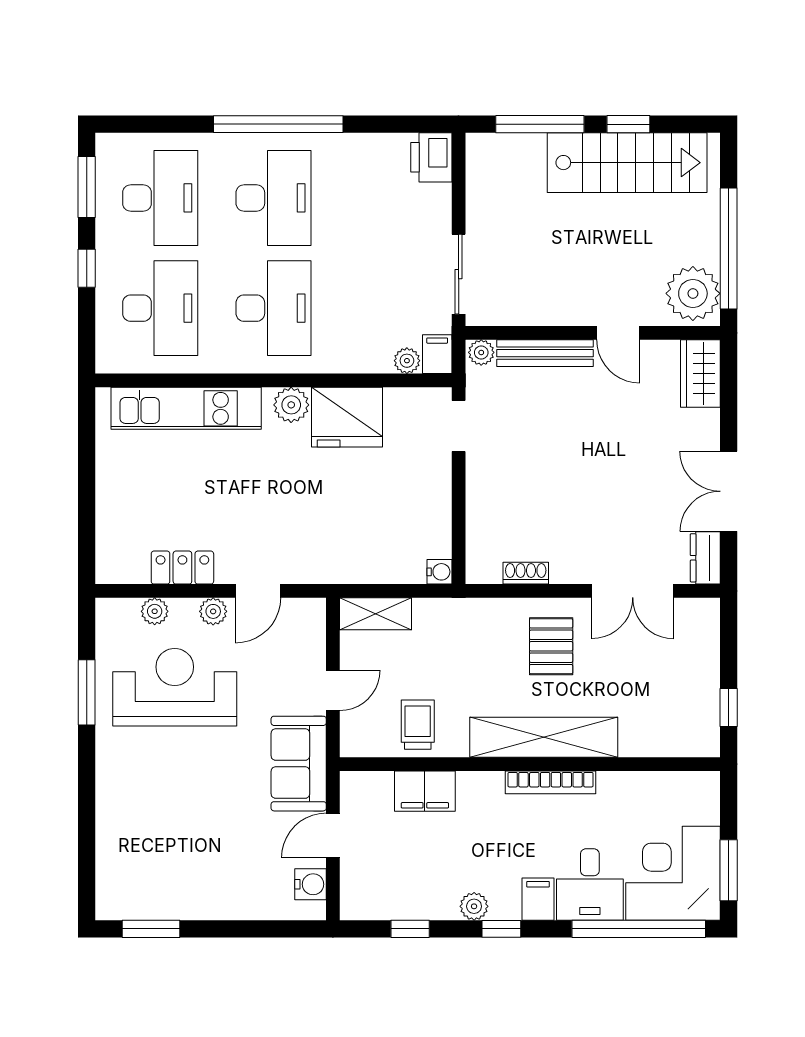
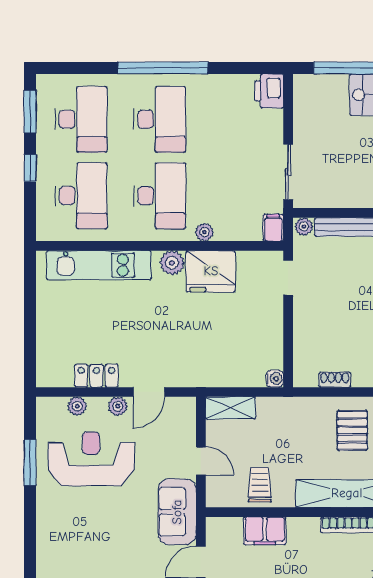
plant: (407, 361) -> (204, 232), moved
door: (333, 690) -> (201, 461), hinge flipped

